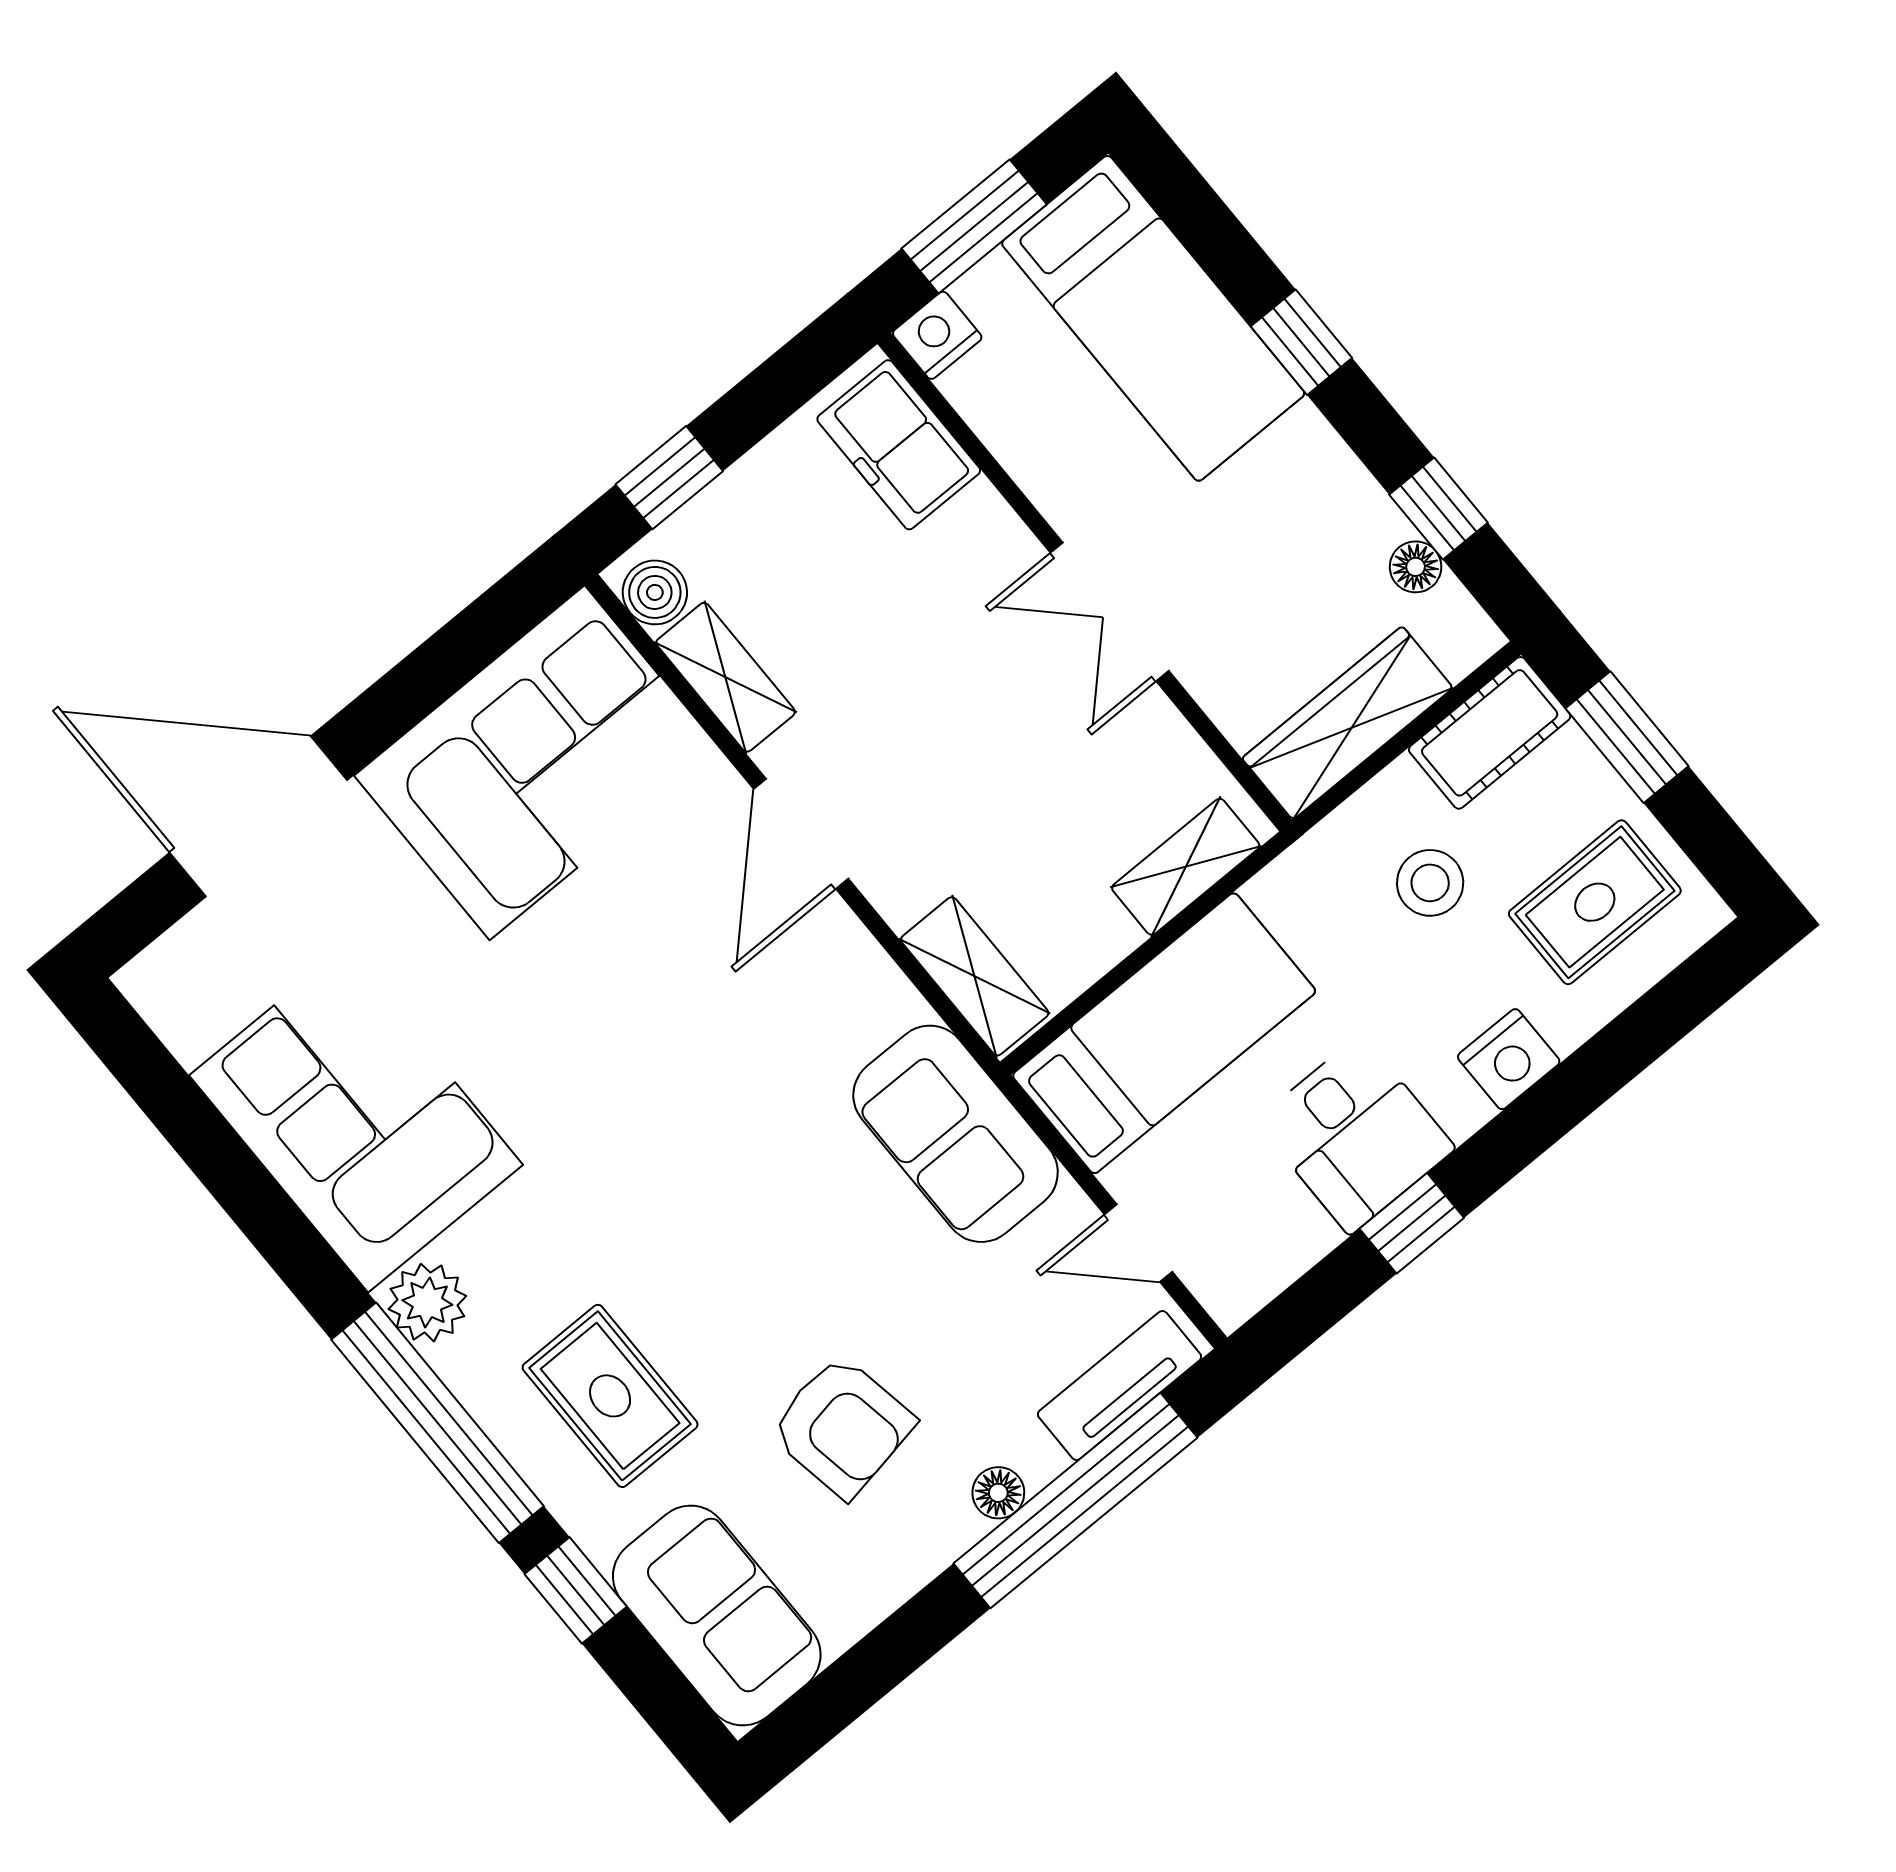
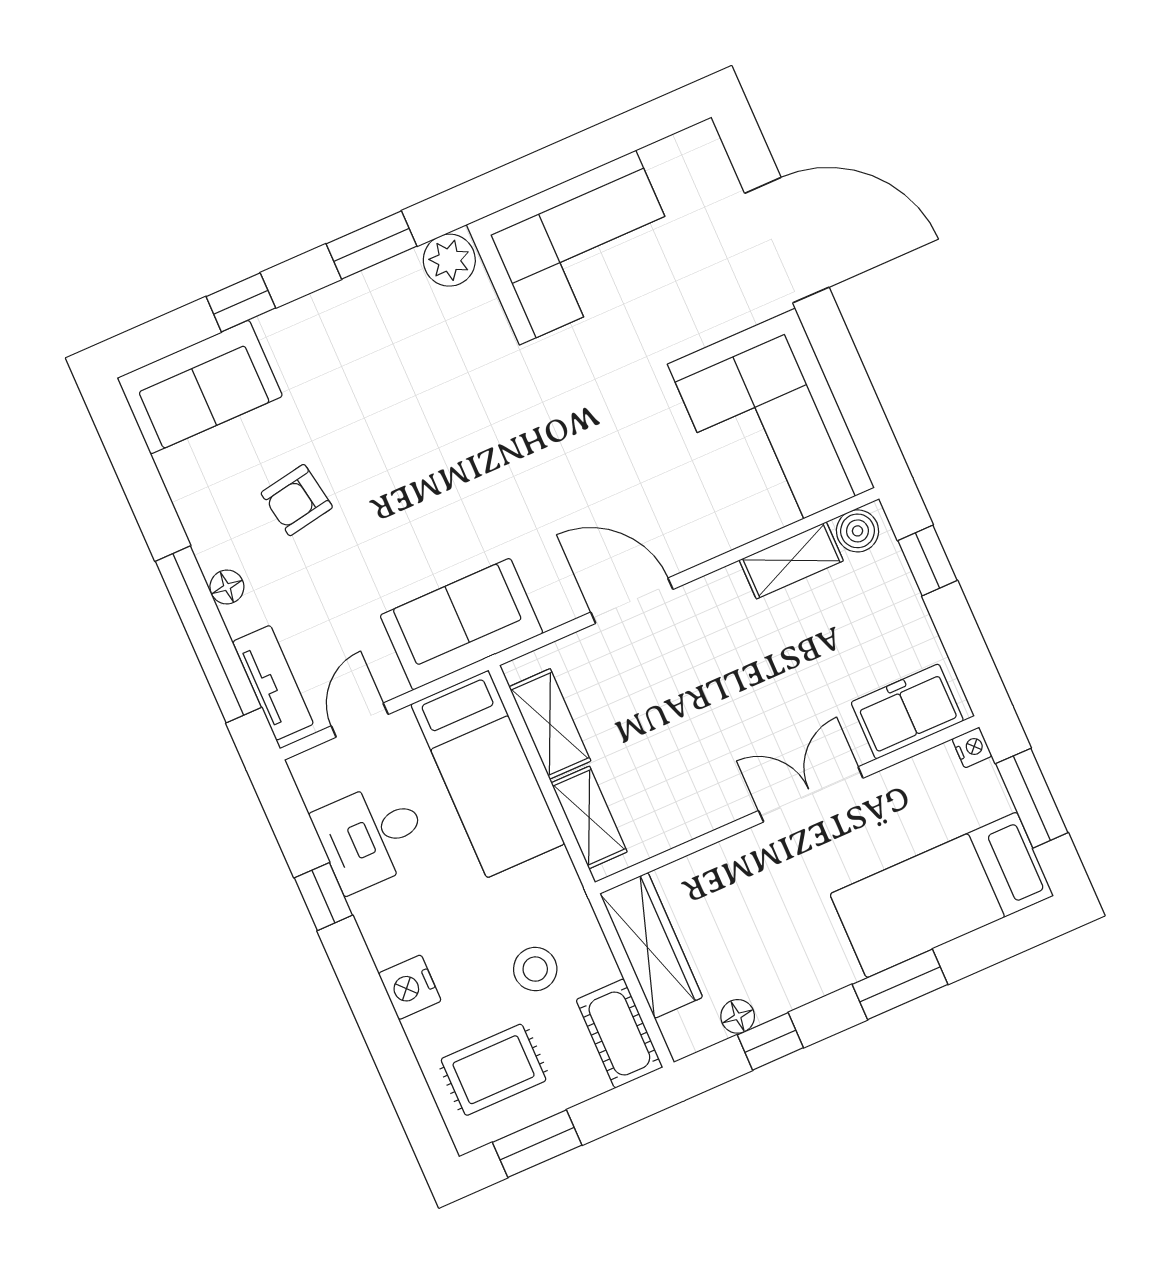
nightstand: (937, 335) -> (972, 747), width x0.72, depth x0.74
window: (1301, 342) -> (900, 984), width x1.50
double door: (1110, 612) -> (811, 794), moved
window: (1627, 737) -> (537, 1144), moved
door: (258, 816) -> (787, 240), hinge flipped
door: (801, 834) -> (632, 601), moved
rug: (1595, 902) -> (494, 1070), turned 90
shelving: (975, 976) -> (550, 724), moved, turned 90
desk: (1355, 1135) -> (372, 836), moved
rug: (610, 1396) -> (358, 359), removed
window: (438, 1423) -> (371, 245), width x0.47
armchair: (842, 1426) -> (297, 500), width x0.72, depth x0.72

